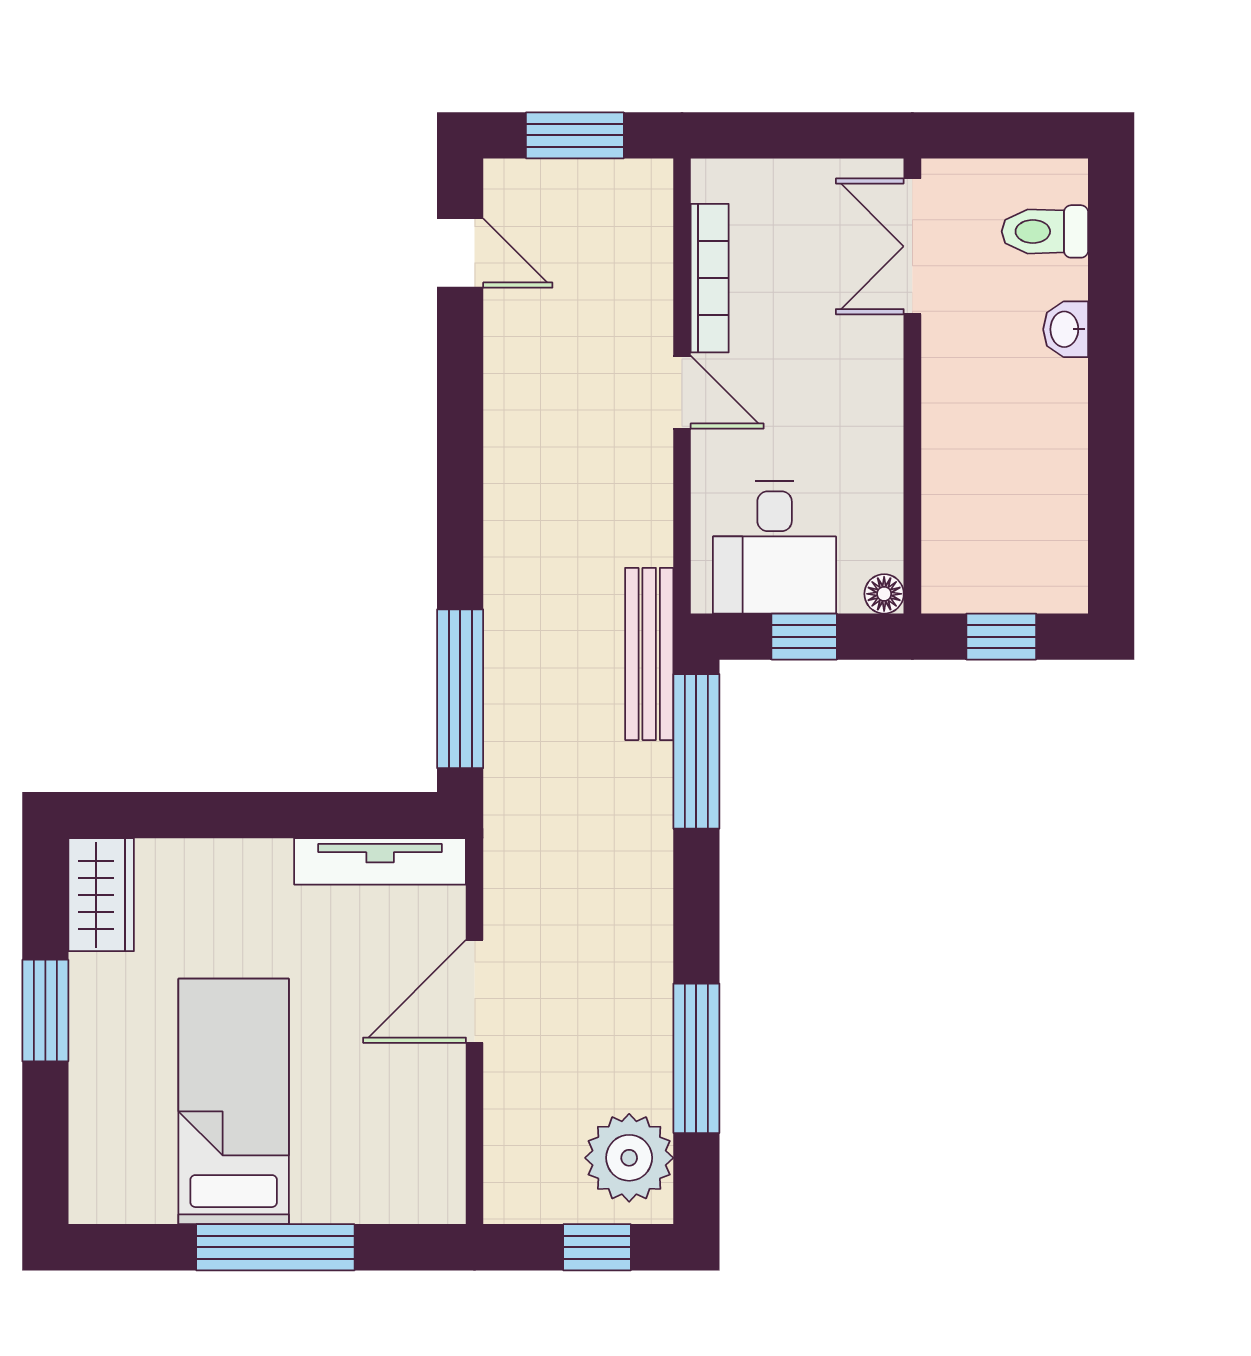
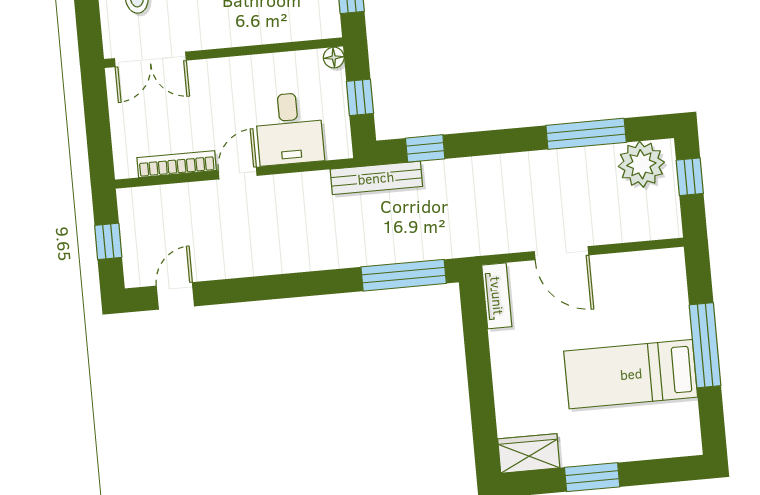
window: (575, 135) -> (108, 241), width x0.67
desk: (775, 547) -> (289, 129), moved, turned 90
window: (696, 751) -> (425, 148), width x0.46
tv unit: (380, 861) -> (497, 296), width x0.71

